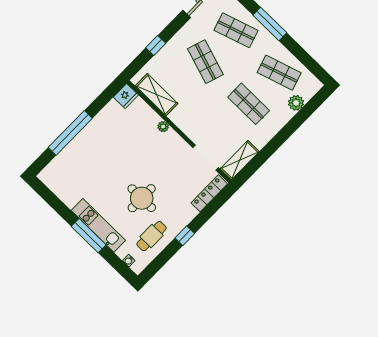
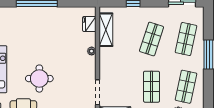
shop shelf: (236, 30) -> (186, 39), turned 30
shop shelf: (279, 73) -> (186, 87), turned 30
fridge: (126, 96) -> (89, 24), moved, turned 90

